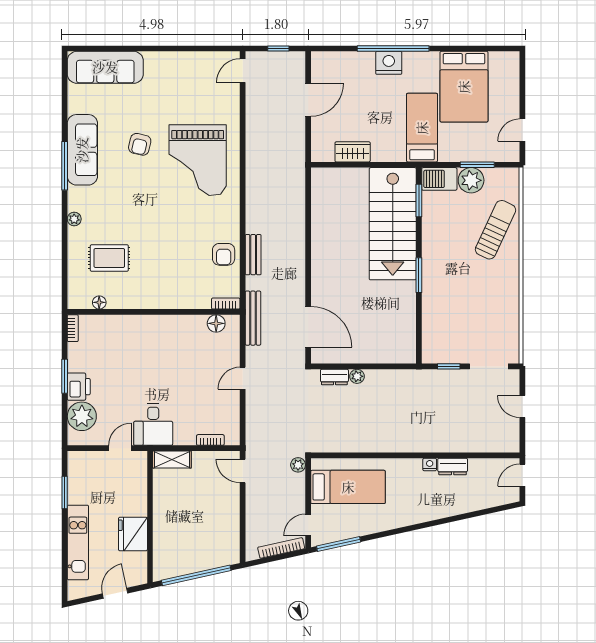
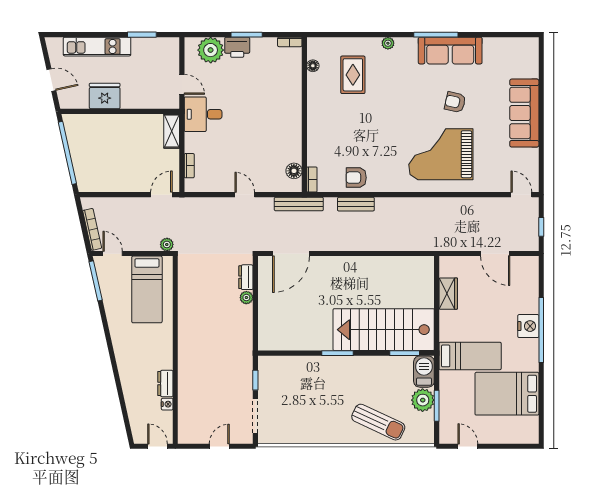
sofa: (105, 67) -> (524, 113), moved
nightstand: (430, 465) -> (167, 404), moved

